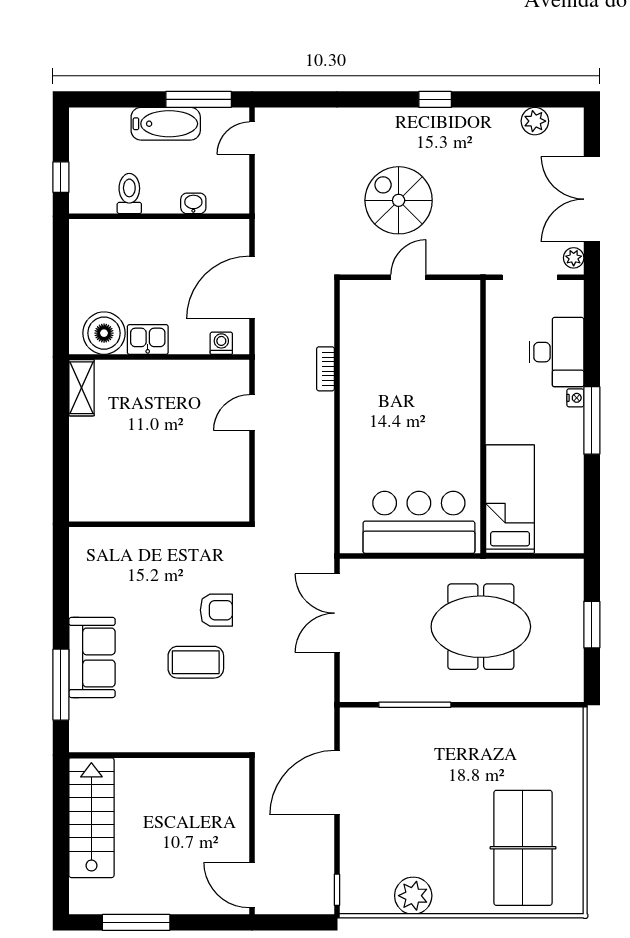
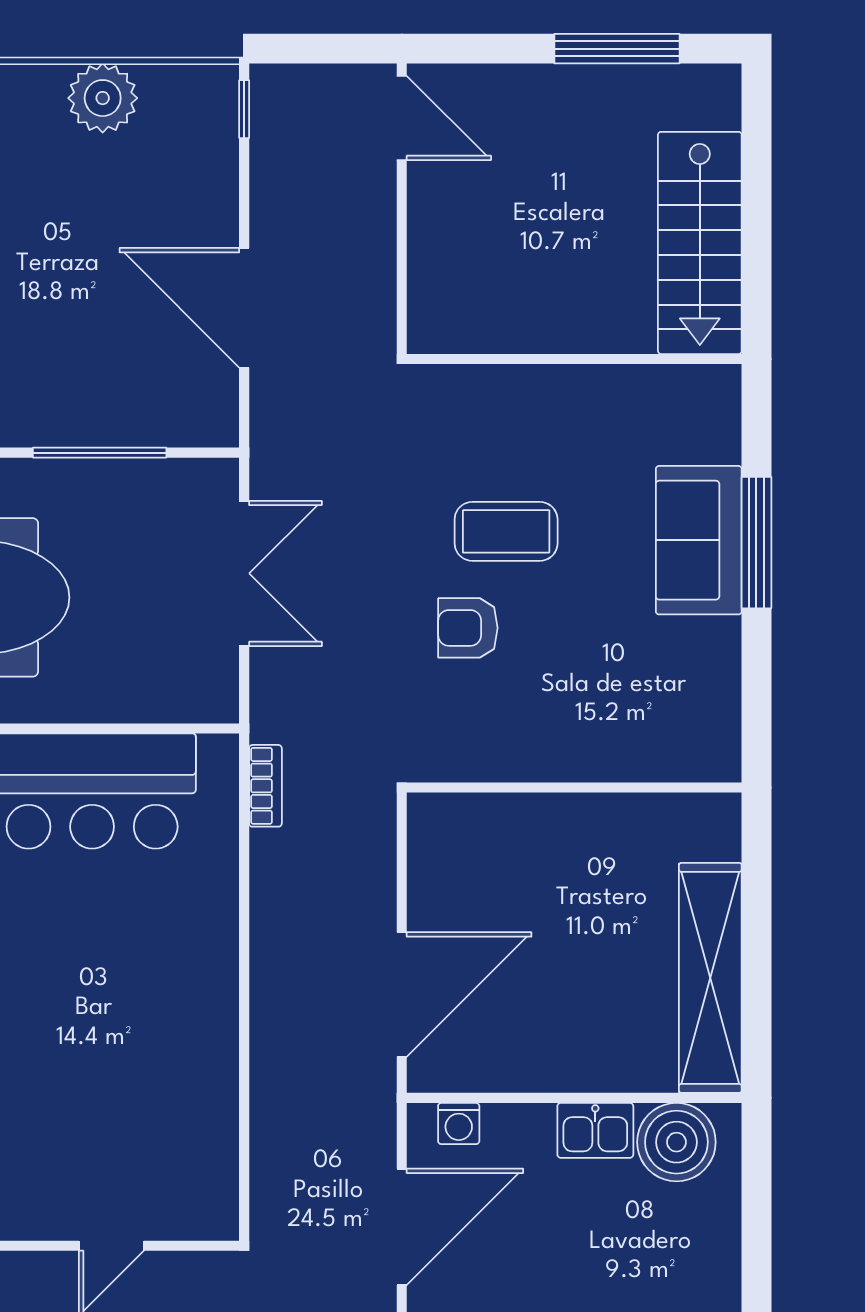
bookcase: (325, 369) -> (265, 786), moved
shelving: (82, 388) -> (710, 978), width x2.20, depth x1.33
door: (252, 413) -> (402, 995), width x1.87
double door: (337, 613) -> (244, 573), moved
window: (61, 685) -> (756, 543), moved
door: (337, 783) -> (244, 308), swing flipped

